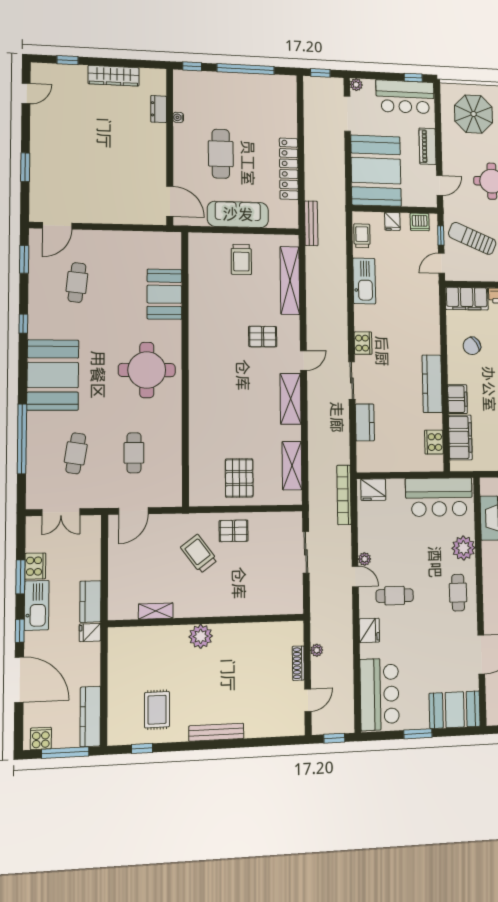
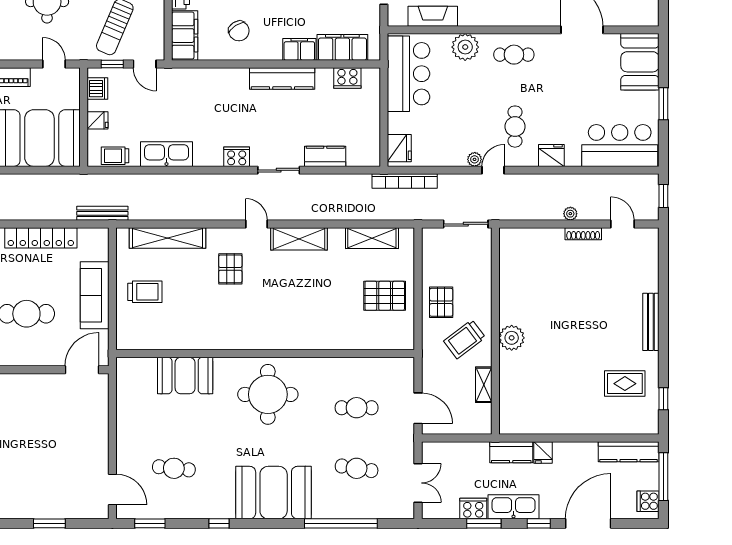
shelving: (156, 611) -> (484, 385), moved
wall: (207, 621) -> (495, 331), moved
plant: (201, 636) -> (512, 338), moved

